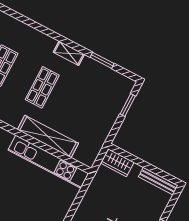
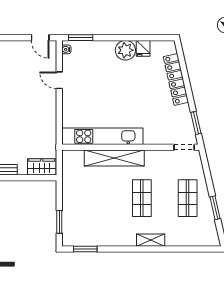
shelving: (69, 53) -> (151, 240), moved
window: (102, 60) -> (85, 249), moved

